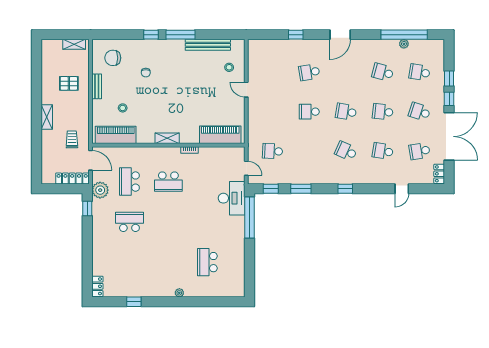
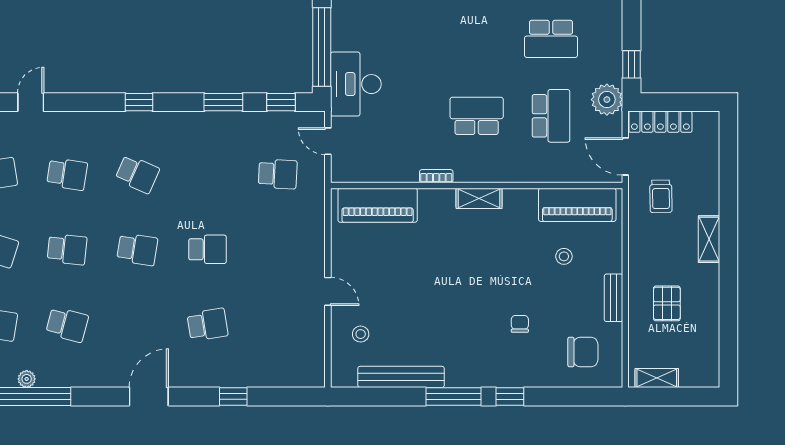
pallet: (69, 83) -> (667, 303), turned 90

